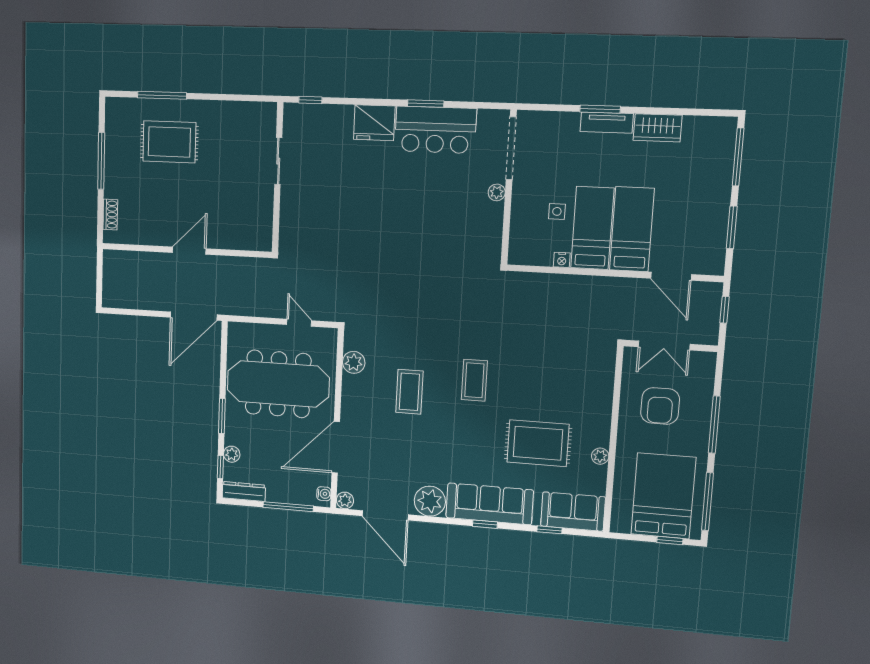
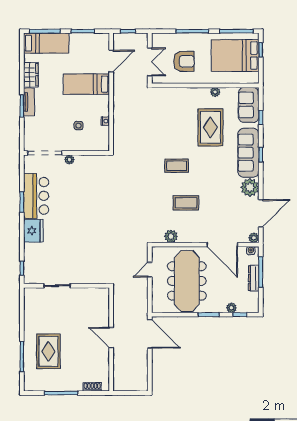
bed: (592, 228) -> (46, 43), moved, turned 180
dresser: (244, 491) -> (254, 278), moved

